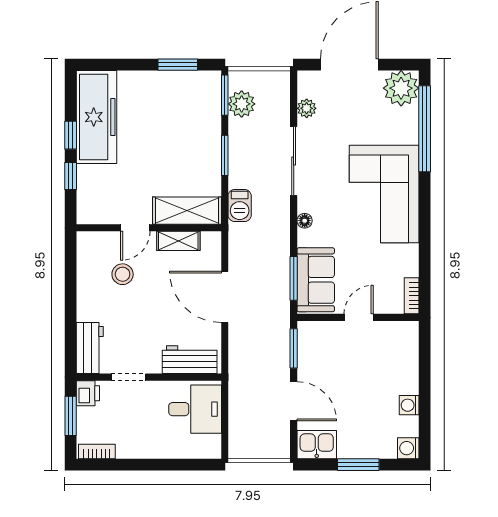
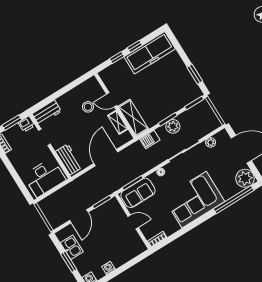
plant: (242, 104) -> (173, 126), moved
desk: (195, 409) -> (45, 178), width x1.37
kitchen sink: (317, 445) -> (72, 247), moved

